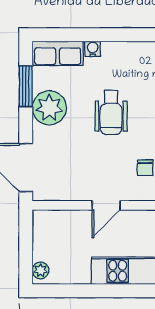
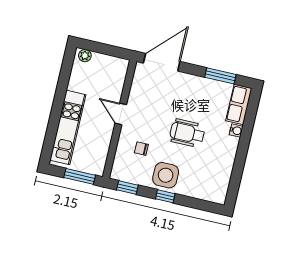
plant: (49, 108) -> (201, 89), removed

